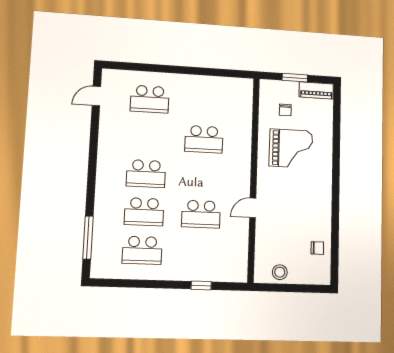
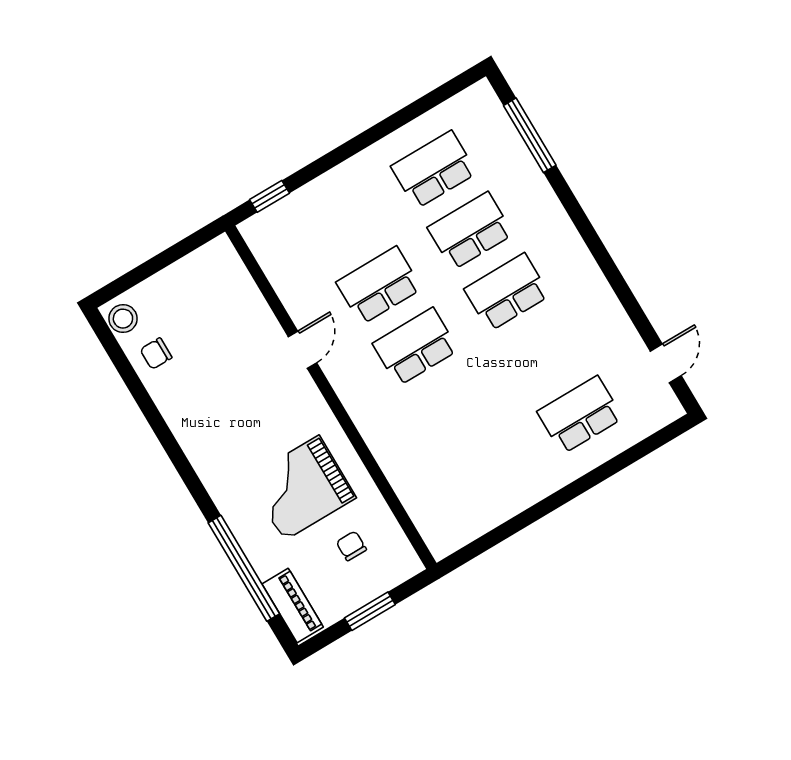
piano: (316, 90) -> (293, 606), moved, turned 90
window: (337, 131) -> (244, 568), added
school desk: (204, 139) -> (415, 347), moved
stool: (280, 272) -> (123, 319), moved
window: (201, 285) -> (270, 196), moved

